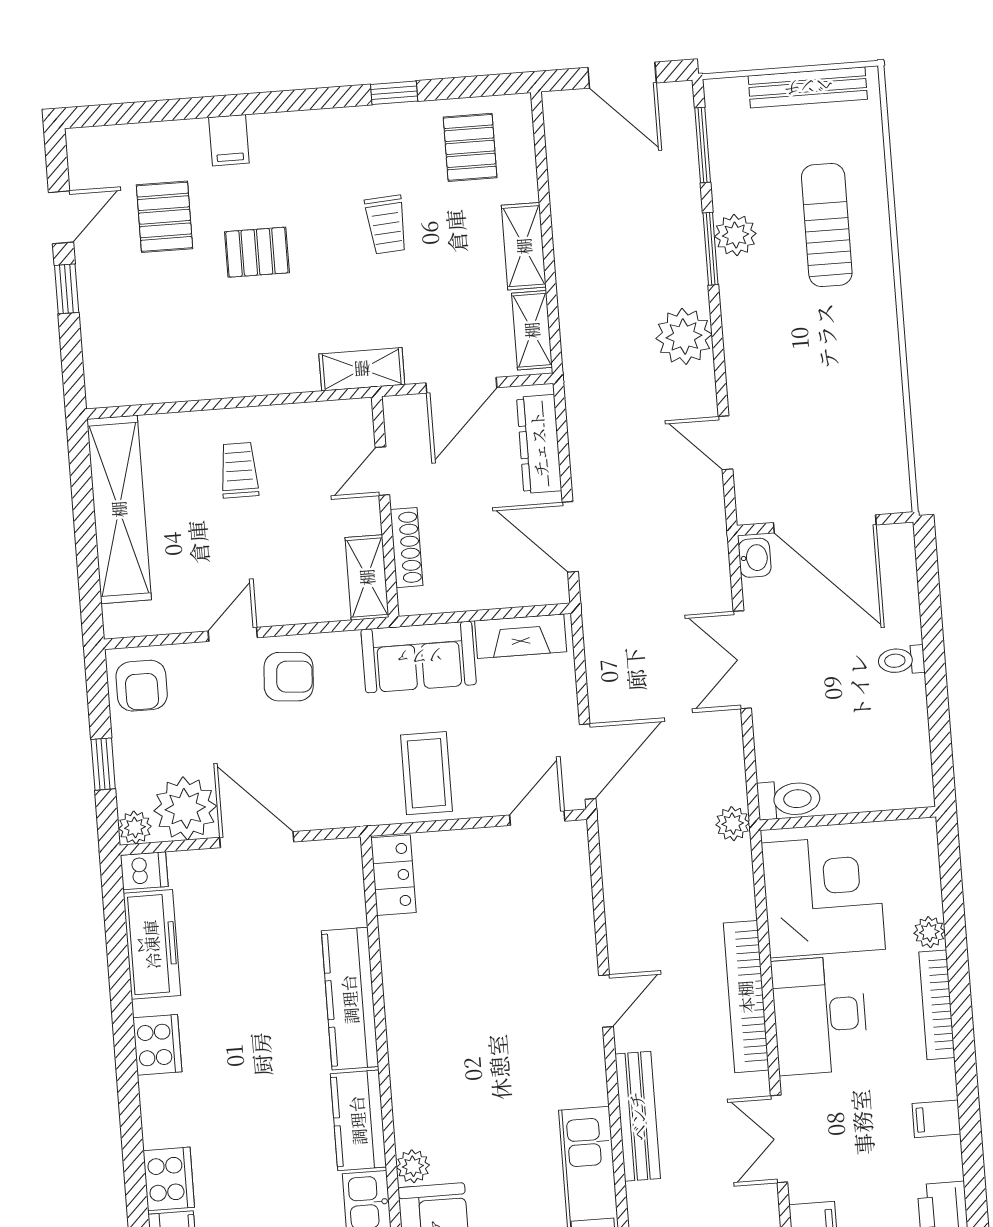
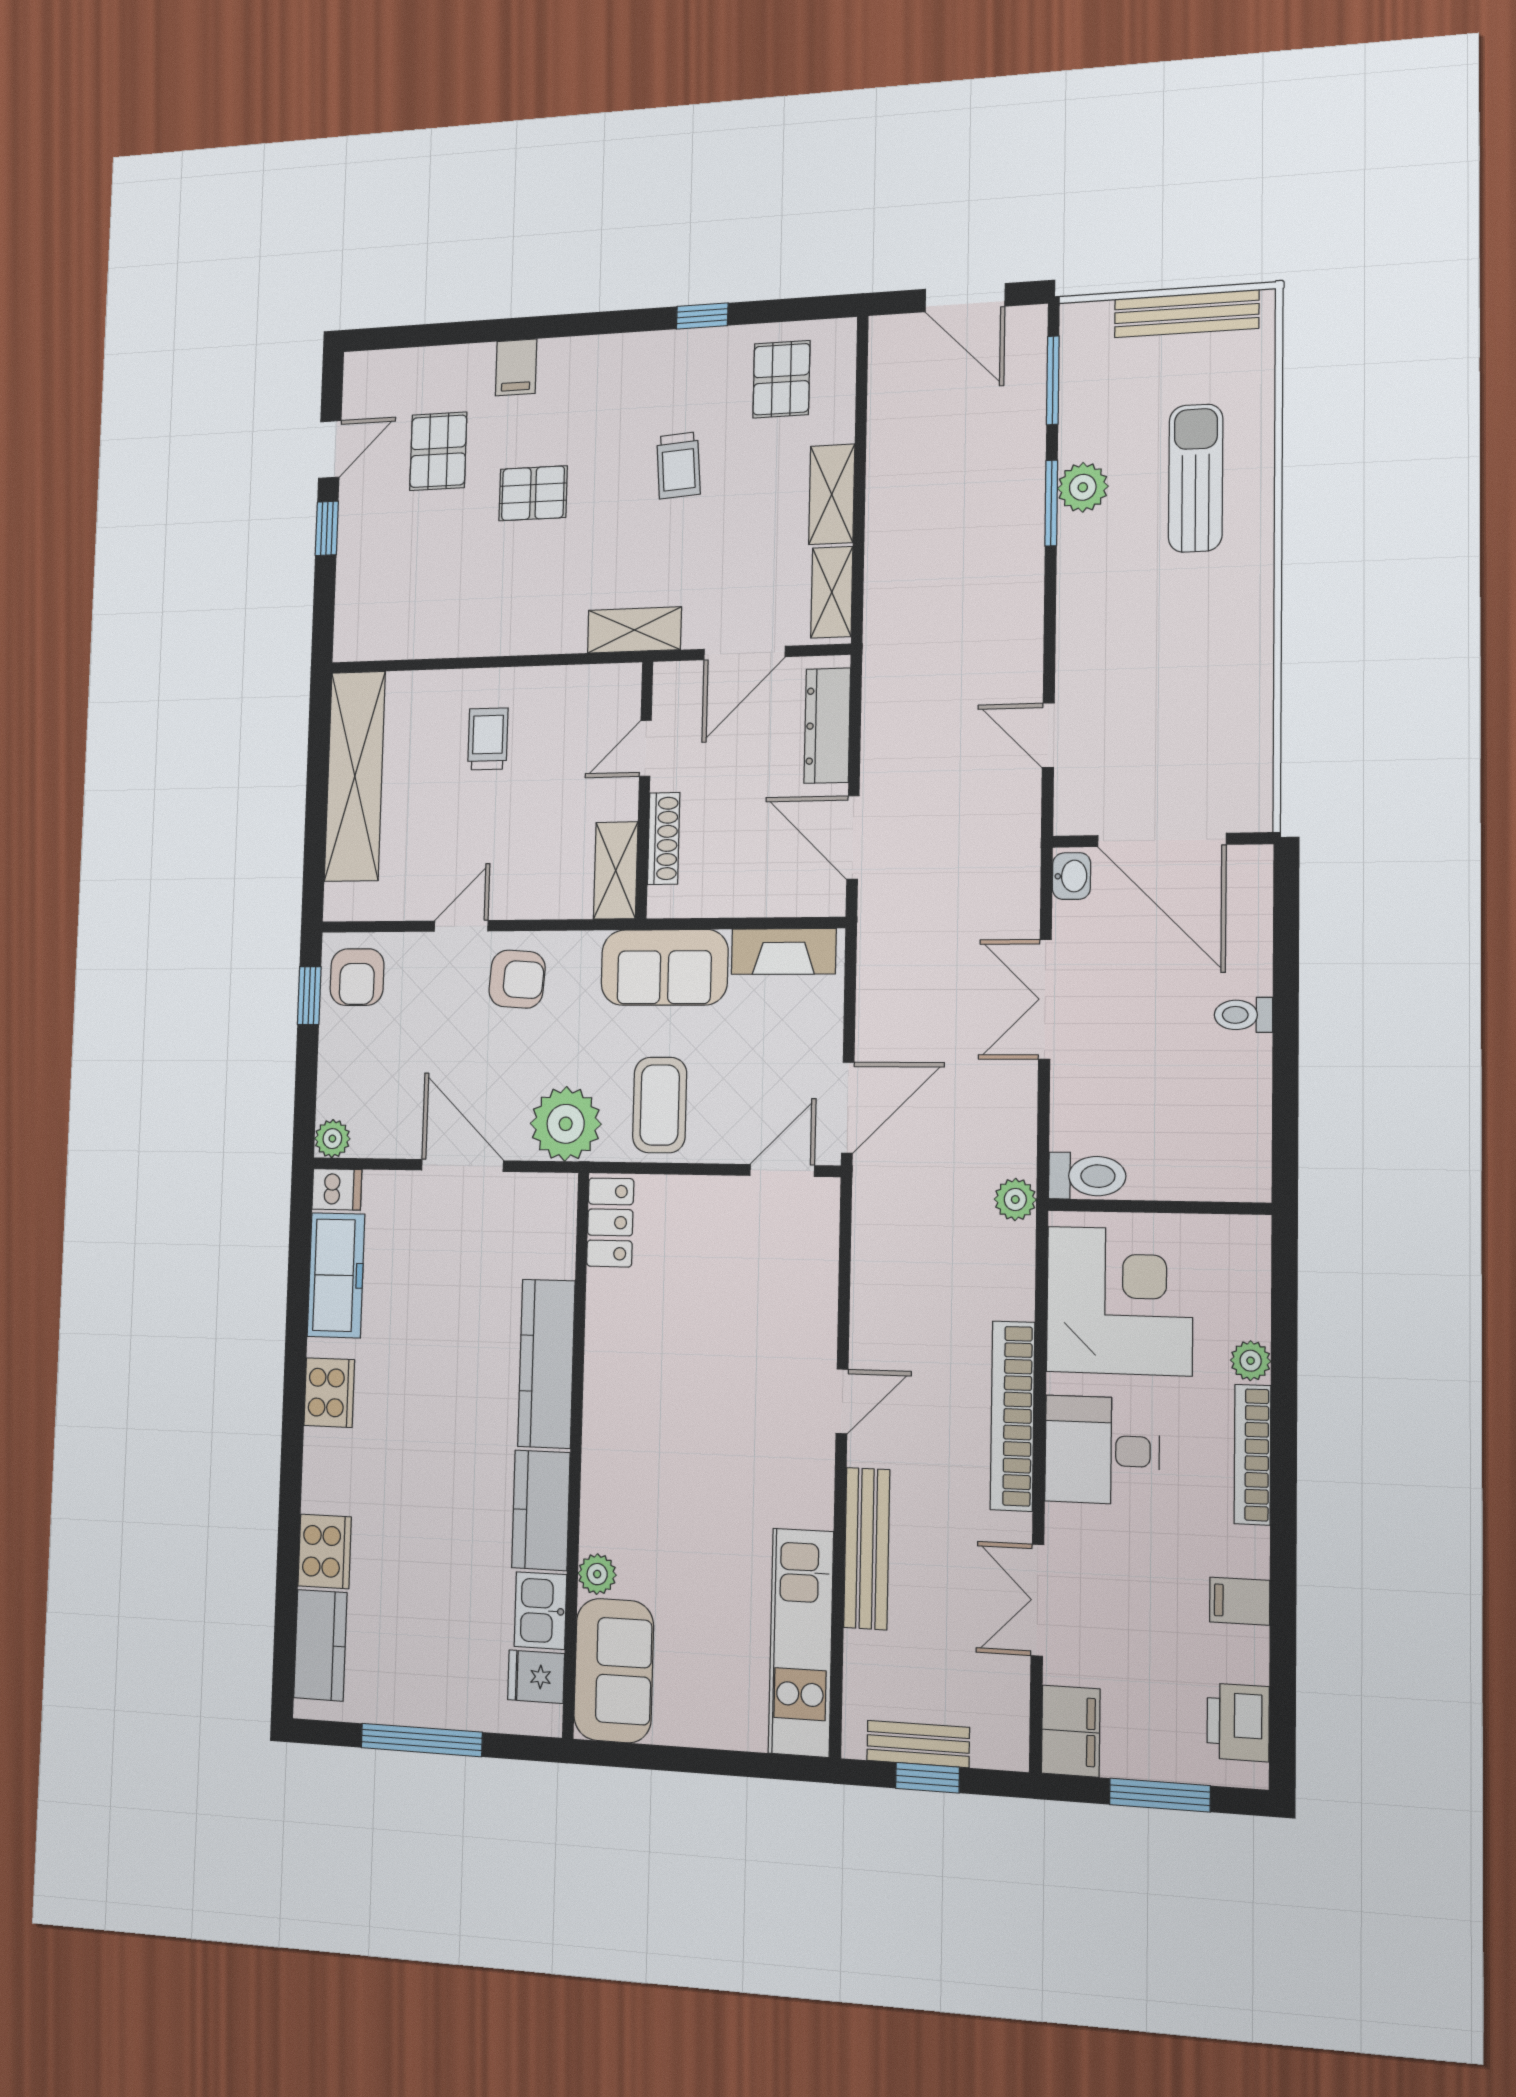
plant: (684, 336) -> (1010, 606), removed
window: (103, 764) -> (309, 996), moved
plant: (185, 808) -> (566, 1124), moved
desk: (820, 1015) -> (1102, 1450), width x0.73

